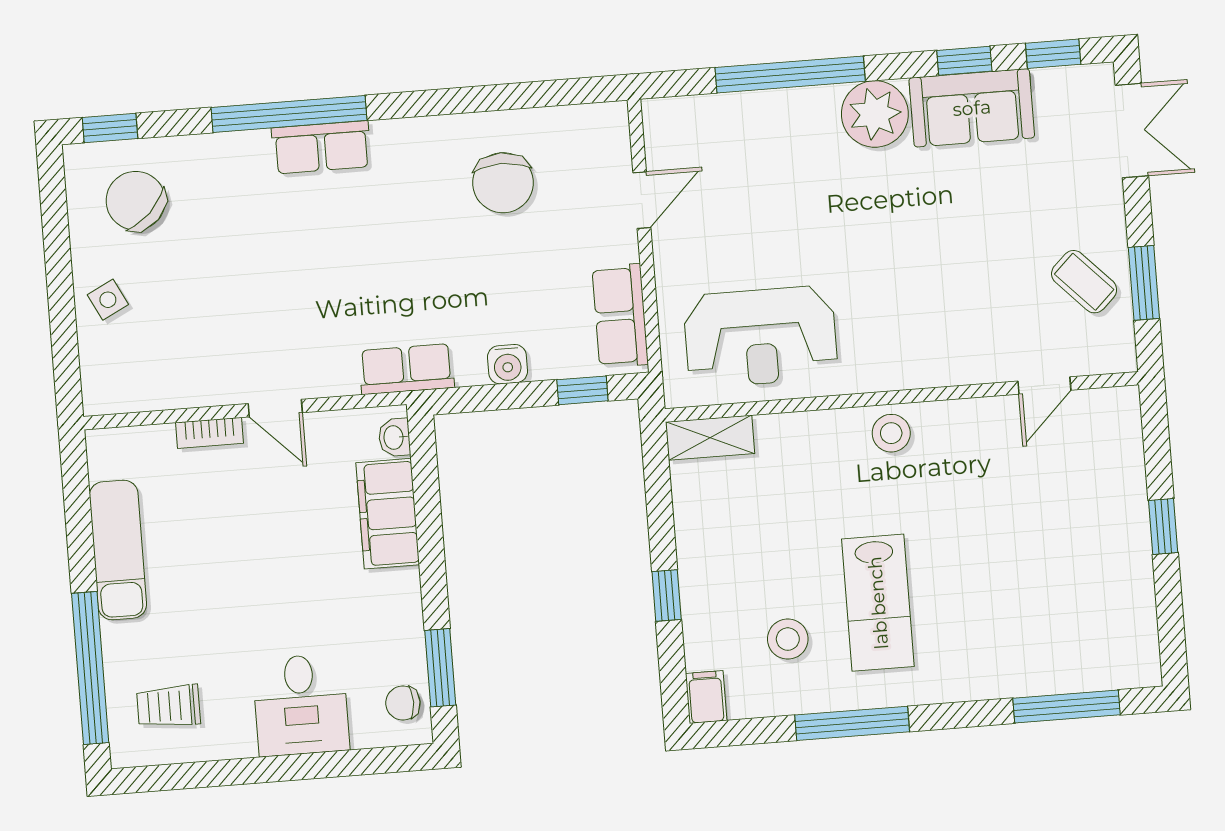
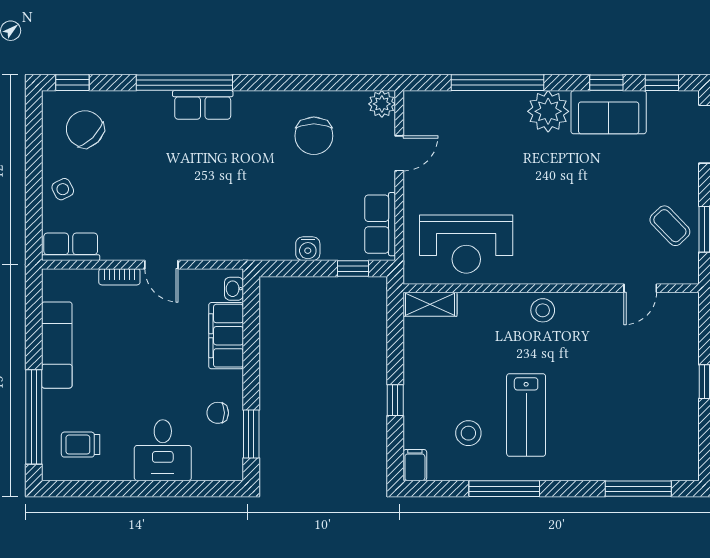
plant: (608, 123) -> (382, 104), added
row of seats: (407, 369) -> (71, 247), moved
chair: (403, 703) -> (218, 413), moved

